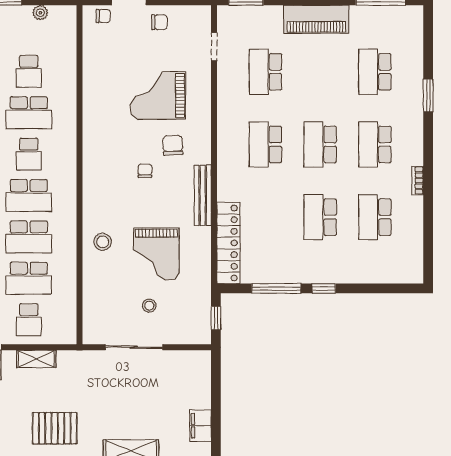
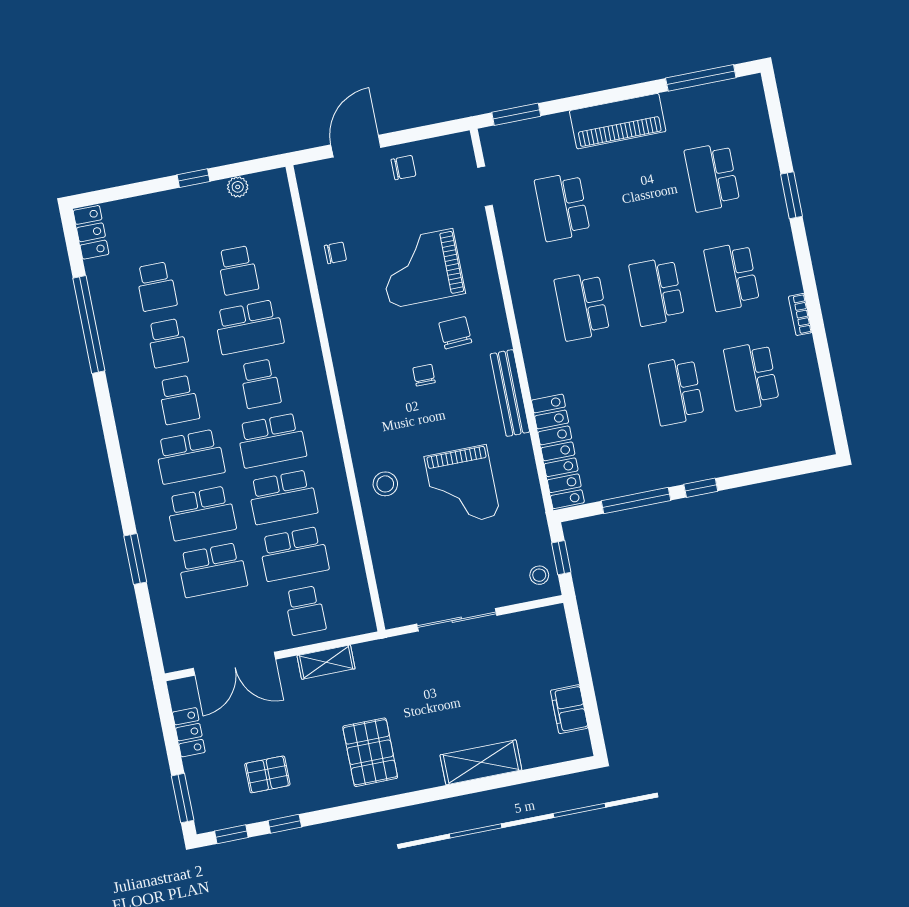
chair: (103, 16) -> (335, 253), moved
stool: (149, 306) -> (539, 575), moved
pallet: (55, 428) -> (370, 752), turned 90

